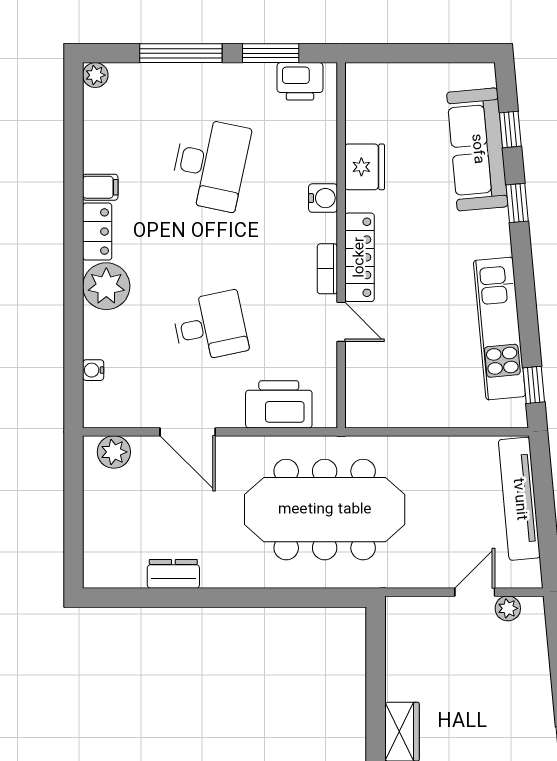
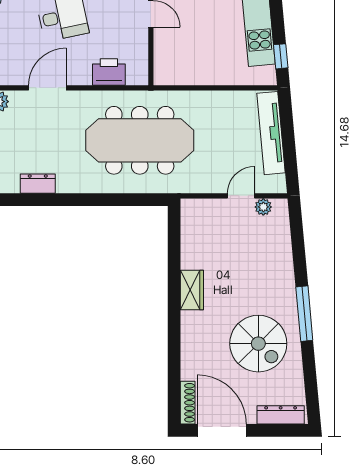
printer: (279, 404) -> (109, 72), width x0.73, depth x0.84
door: (188, 432) -> (47, 88), swing flipped

